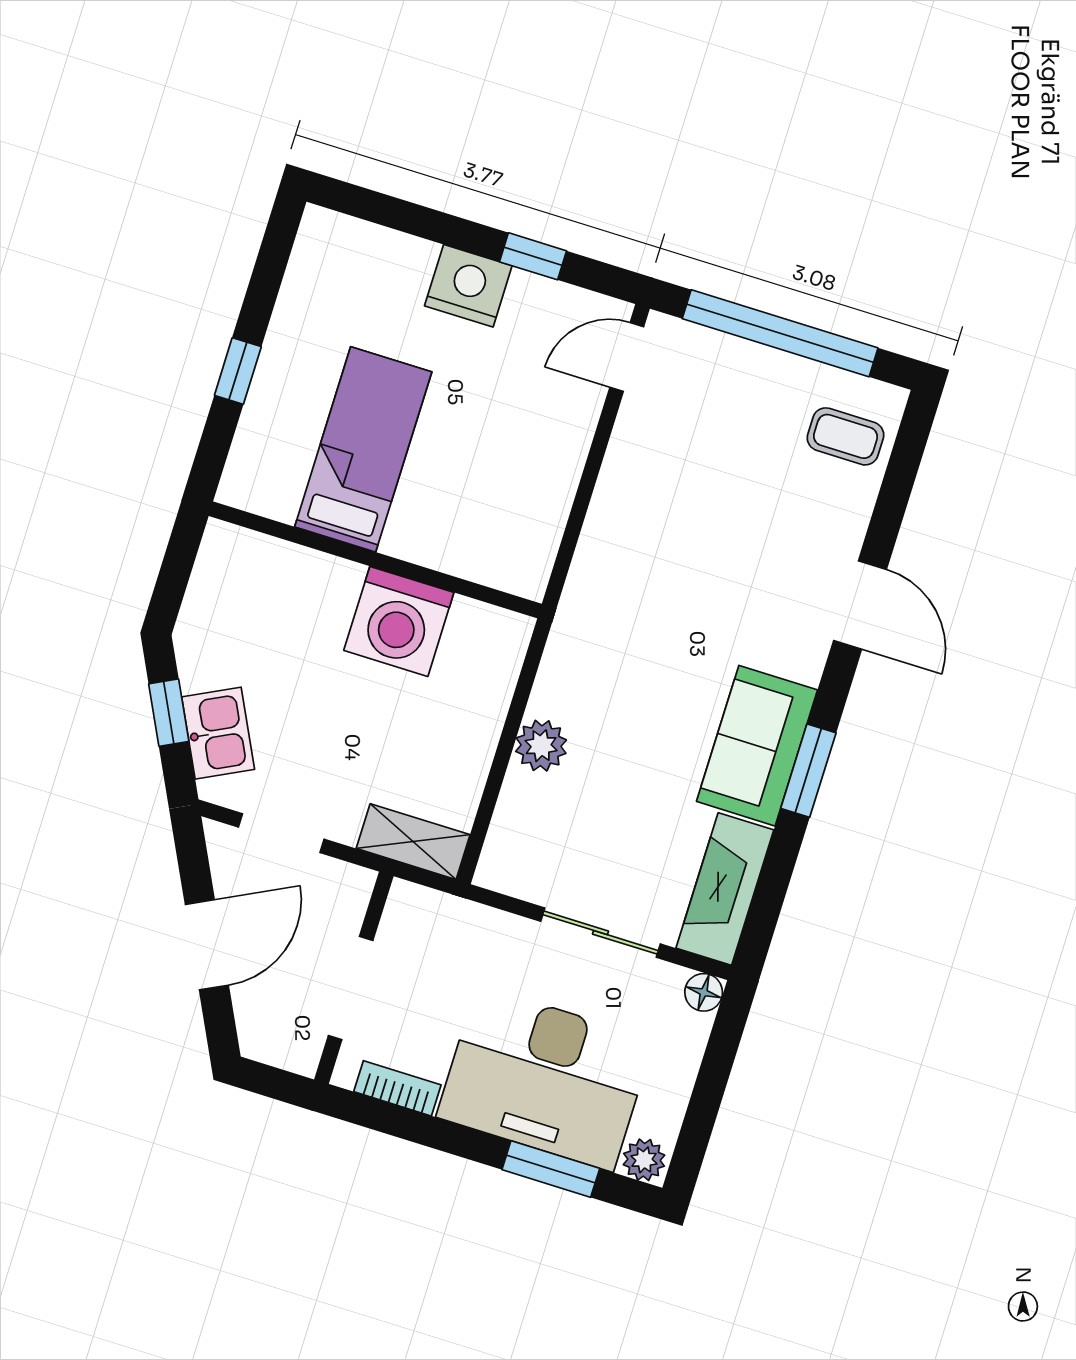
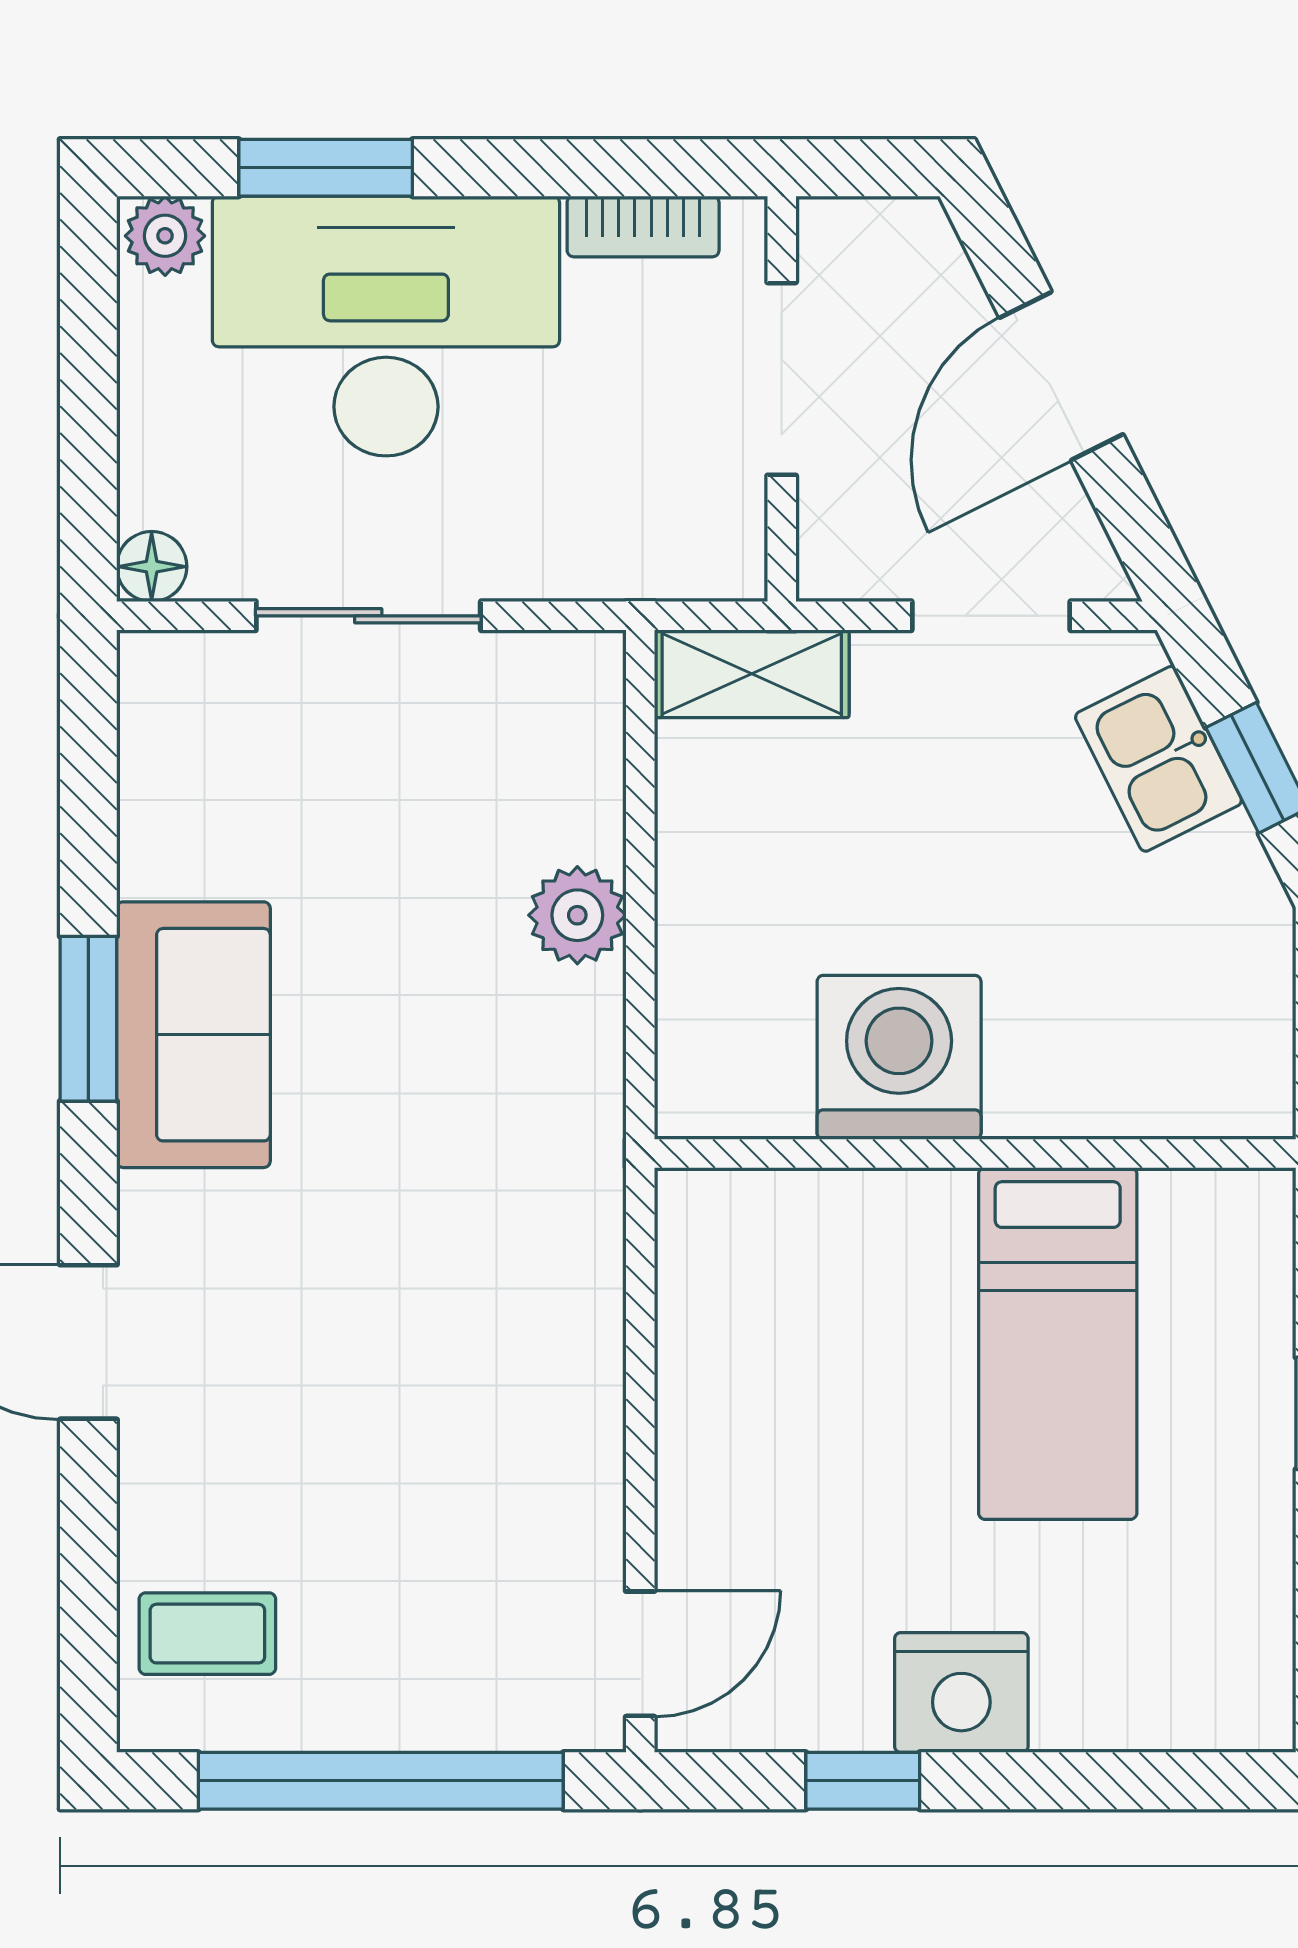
fireplace: (725, 889) -> (171, 762), removed

